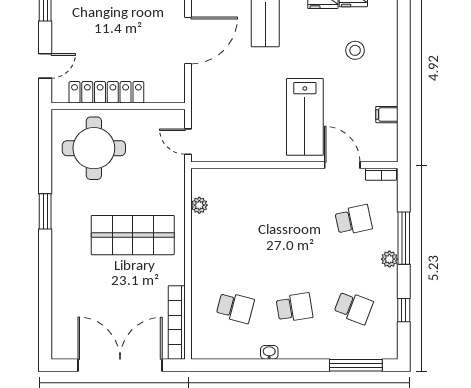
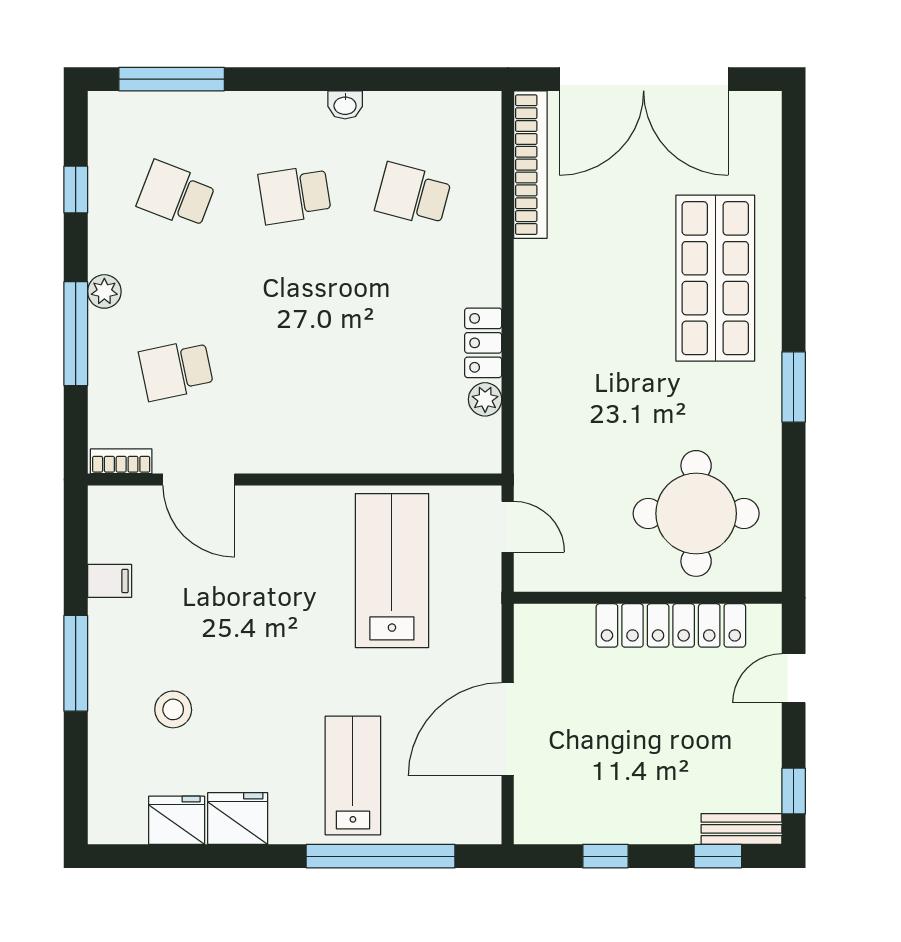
window: (404, 73) -> (76, 663), added
lab bench: (305, 117) -> (392, 571), moved
locker: (200, 233) -> (483, 343), added
shop shelf: (133, 235) -> (715, 278), moved, turned 90

